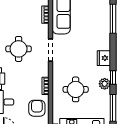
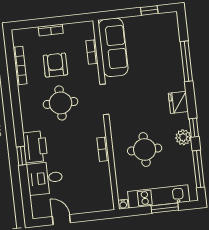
window: (113, 19) -> (186, 61), moved
armchair: (37, 108) -> (55, 65), moved

